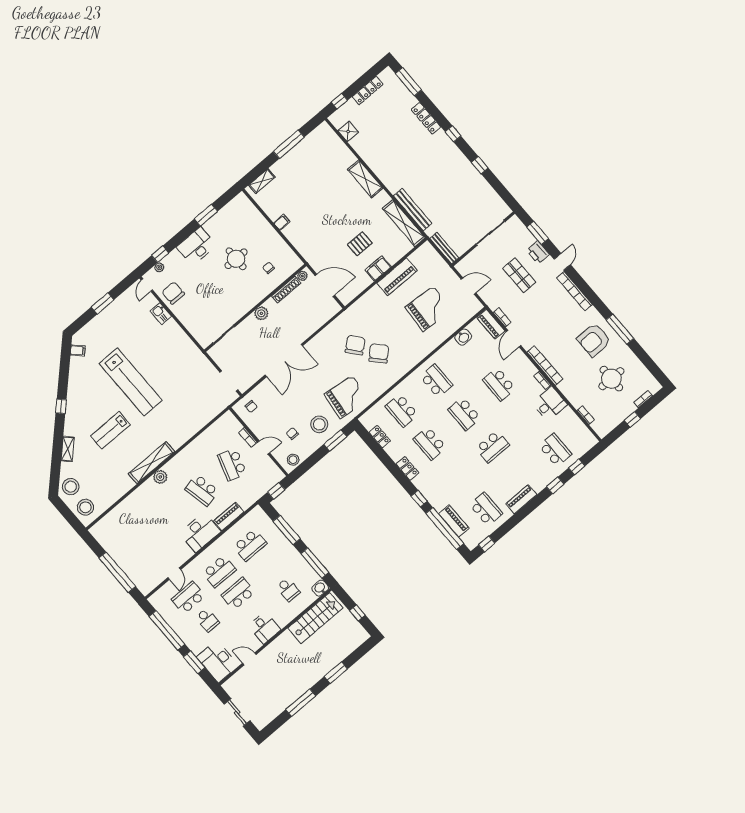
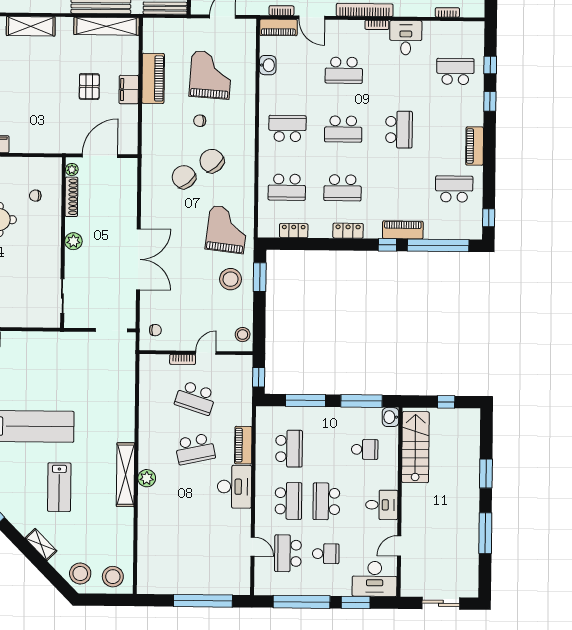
chair: (292, 434) -> (200, 121), moved
piano: (454, 521) -> (403, 230), moved

